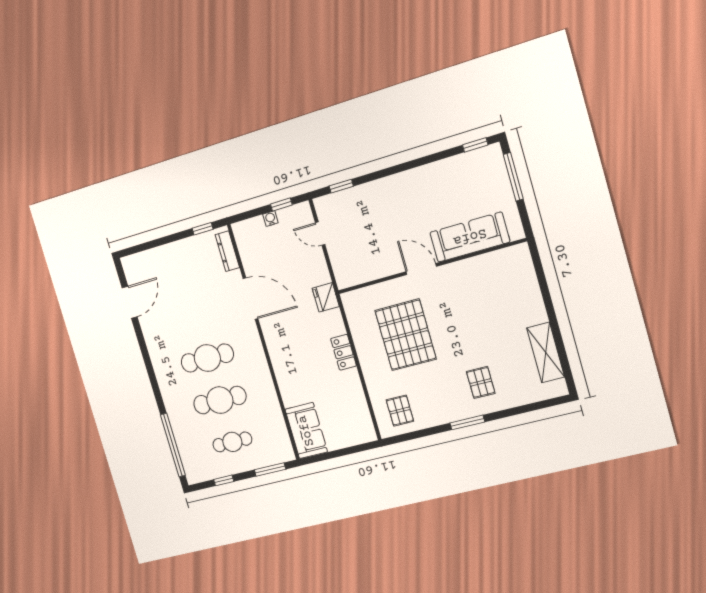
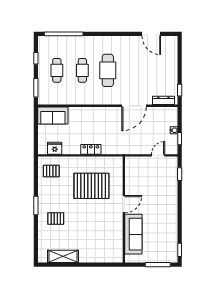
fridge: (326, 297) -> (55, 148), moved
cafe table: (220, 400) -> (82, 70), width x0.73, depth x0.74

